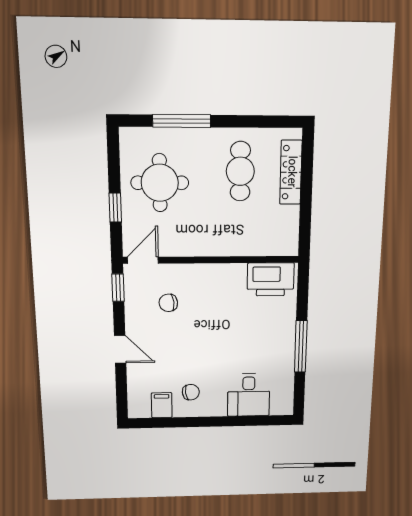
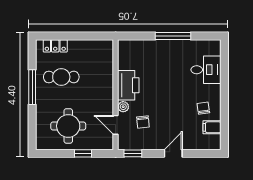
window: (182, 121) -> (32, 87), moved
locker: (291, 172) -> (55, 46), width x0.66
door: (143, 260) -> (116, 125), moved
plant: (192, 272) -> (123, 107), added
printer: (271, 279) -> (128, 85), moved

